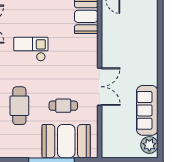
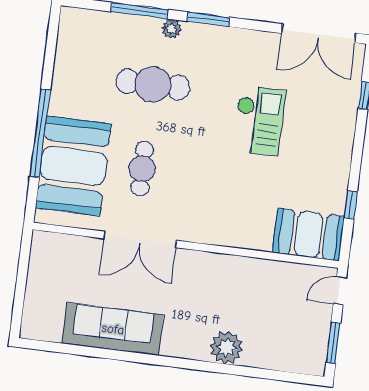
double door: (100, 87) -> (140, 240), moved
plant: (149, 145) -> (227, 348), moved

